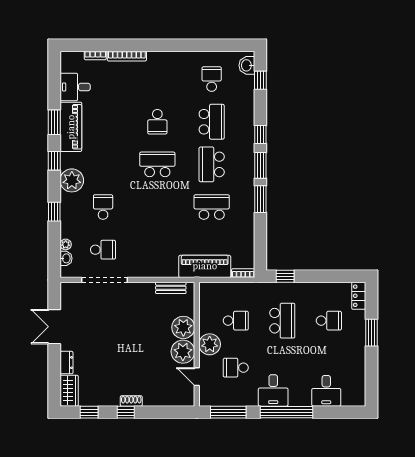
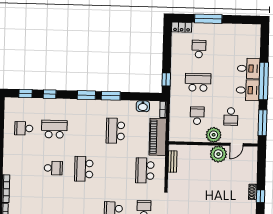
washbasin: (247, 65) -> (143, 106), moved
window: (260, 134) -> (50, 94), moved
school desk: (212, 164) -> (145, 170), moved, turned 90
plant: (183, 327) -> (201, 153), removed
window: (371, 333) -> (208, 19), width x1.44
desk: (326, 391) -> (249, 69), moved

